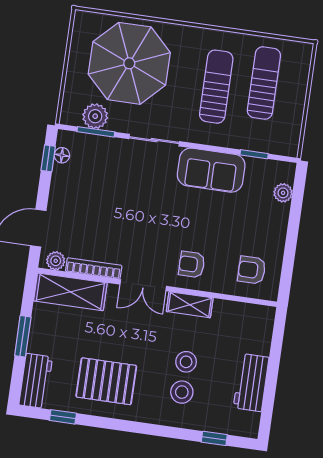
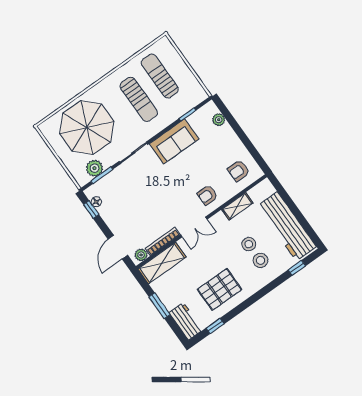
sun lounger: (216, 87) -> (139, 99), turned 180
shelving: (190, 305) -> (237, 206), moved
workbench: (251, 383) -> (287, 226), width x1.88, depth x1.32

